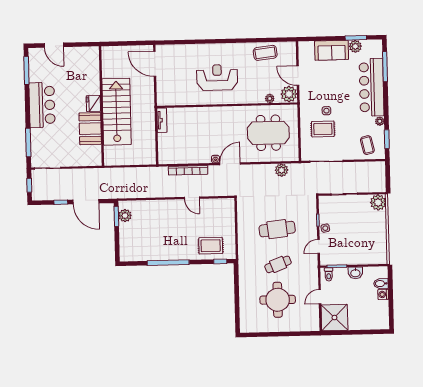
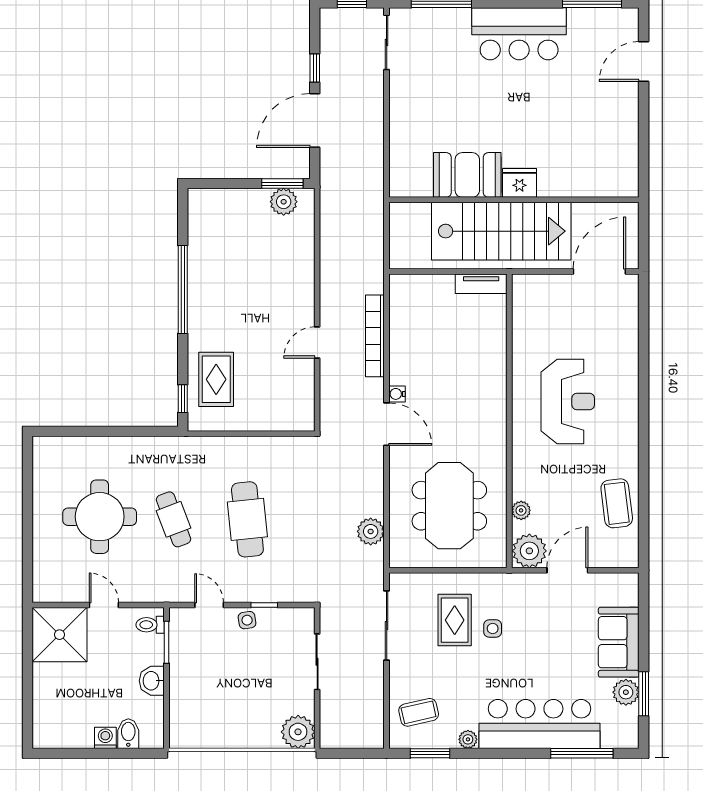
fridge: (93, 104) -> (519, 183), moved
wall: (101, 106) -> (514, 200), moved
stairs: (117, 112) -> (501, 231), moved
booth: (90, 129) -> (467, 175), moved

